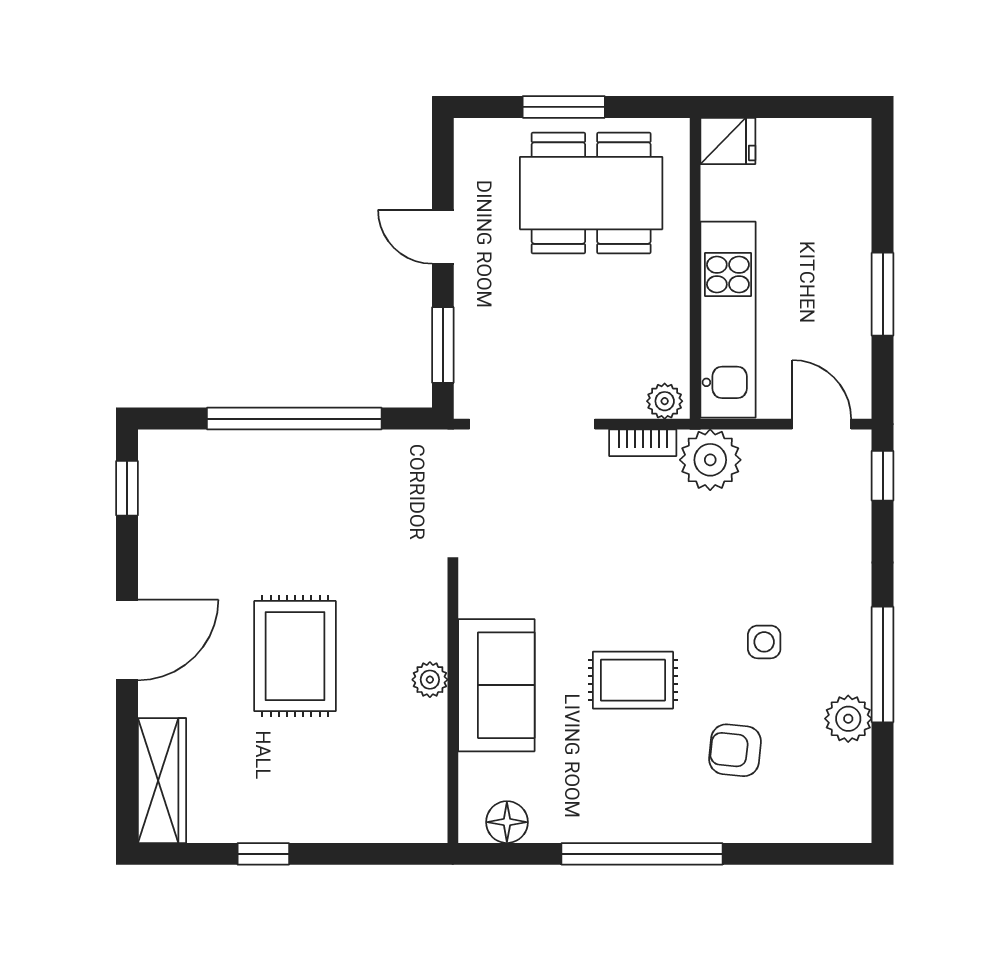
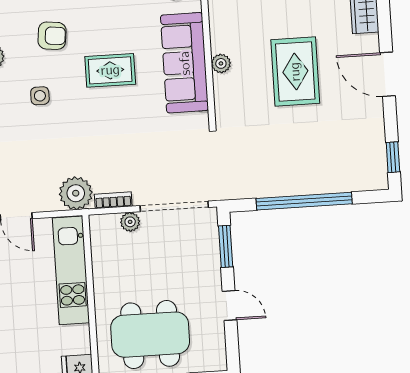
plant: (665, 401) -> (130, 222), moved
door: (127, 640) -> (388, 74), hinge flipped
sofa: (496, 685) -> (185, 63), width x1.36

